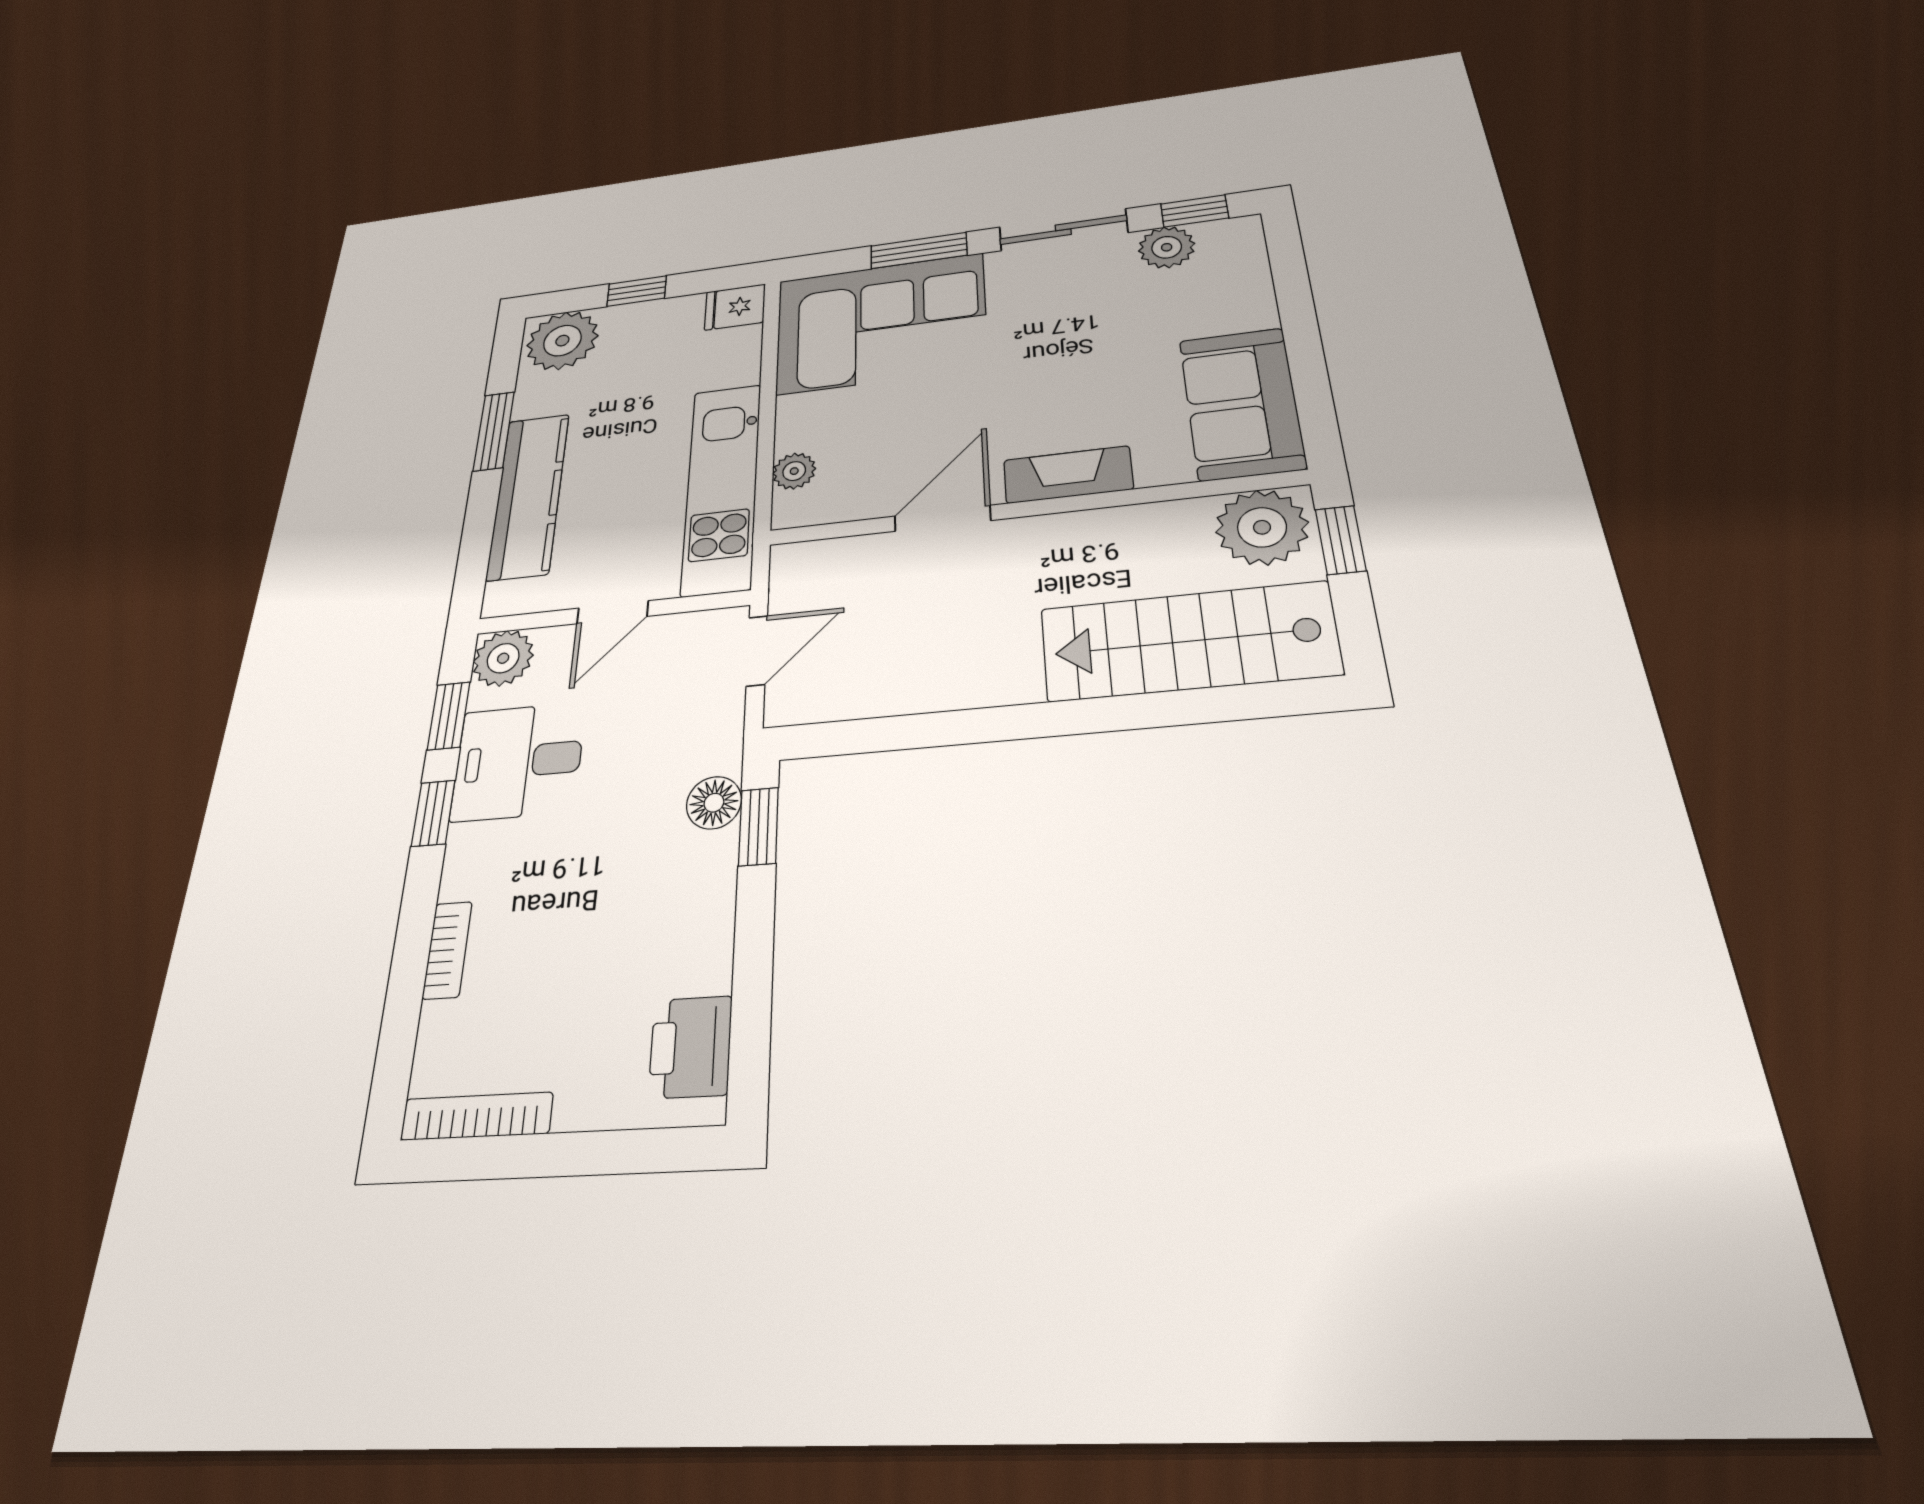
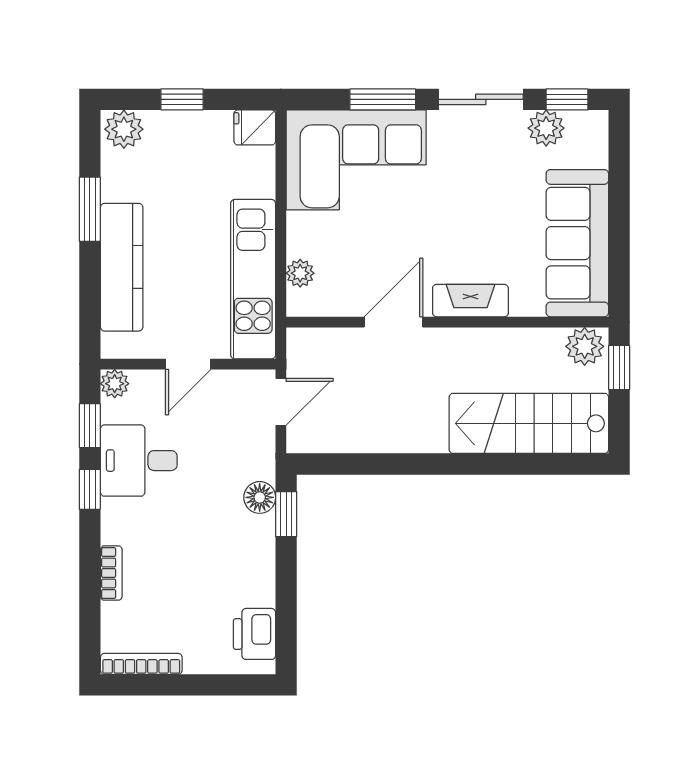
plant: (562, 341) -> (124, 129), width x0.73, depth x0.73
sofa: (1241, 403) -> (577, 243), width x1.36
plant: (1262, 527) -> (585, 346), width x0.73, depth x0.73
plant: (503, 658) -> (115, 384), width x0.73, depth x0.73

